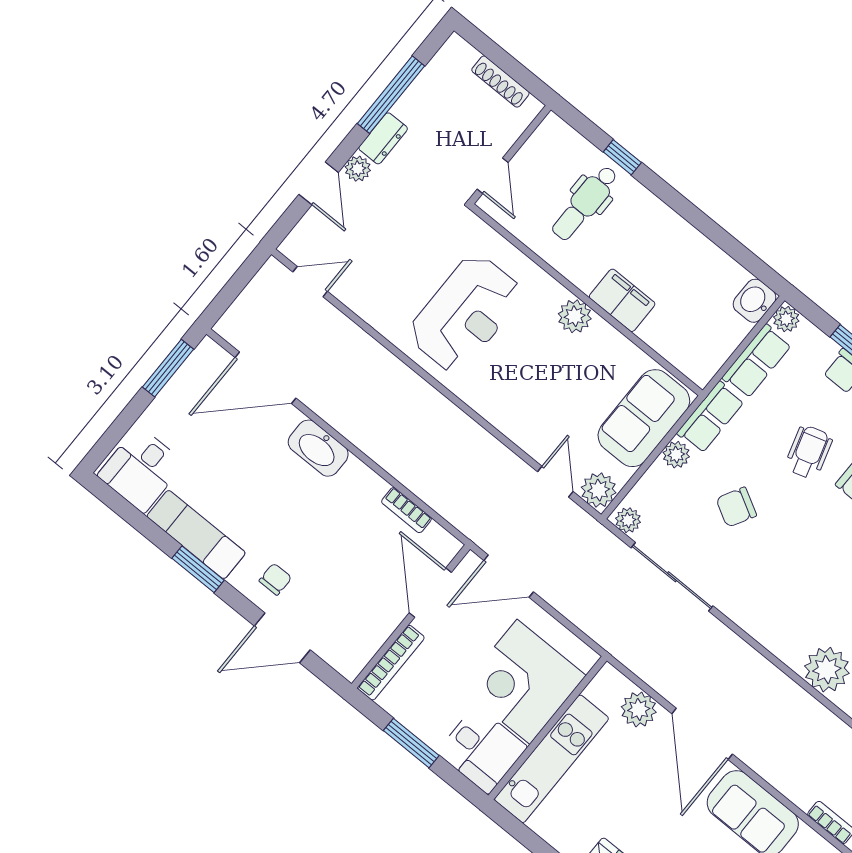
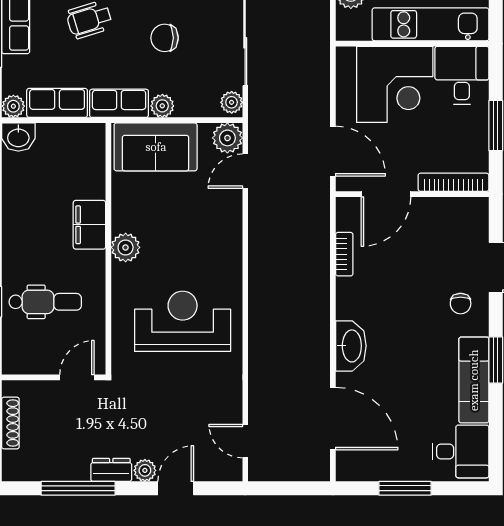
window: (168, 368) -> (405, 488), moved
chair: (736, 507) -> (165, 38), turned 151
chair: (275, 579) -> (461, 304), turned -90

